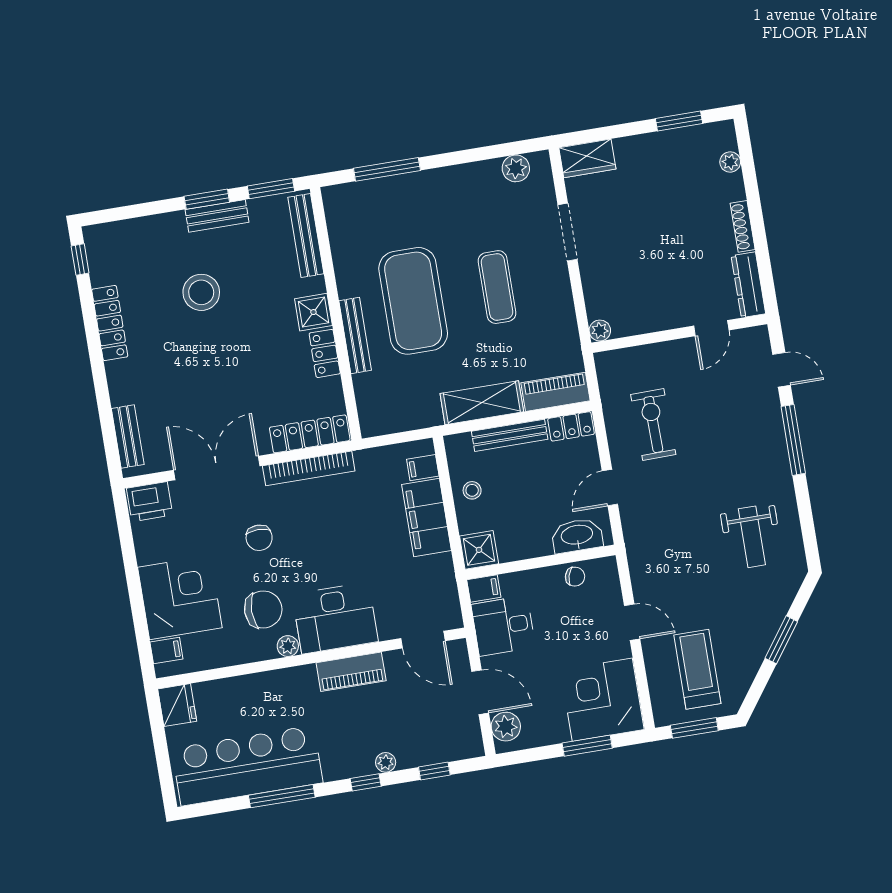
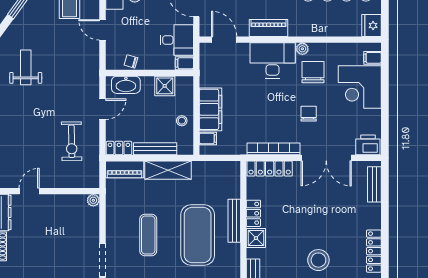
shower: (479, 550) -> (165, 86), moved
chair: (263, 609) -> (313, 72), turned 90

